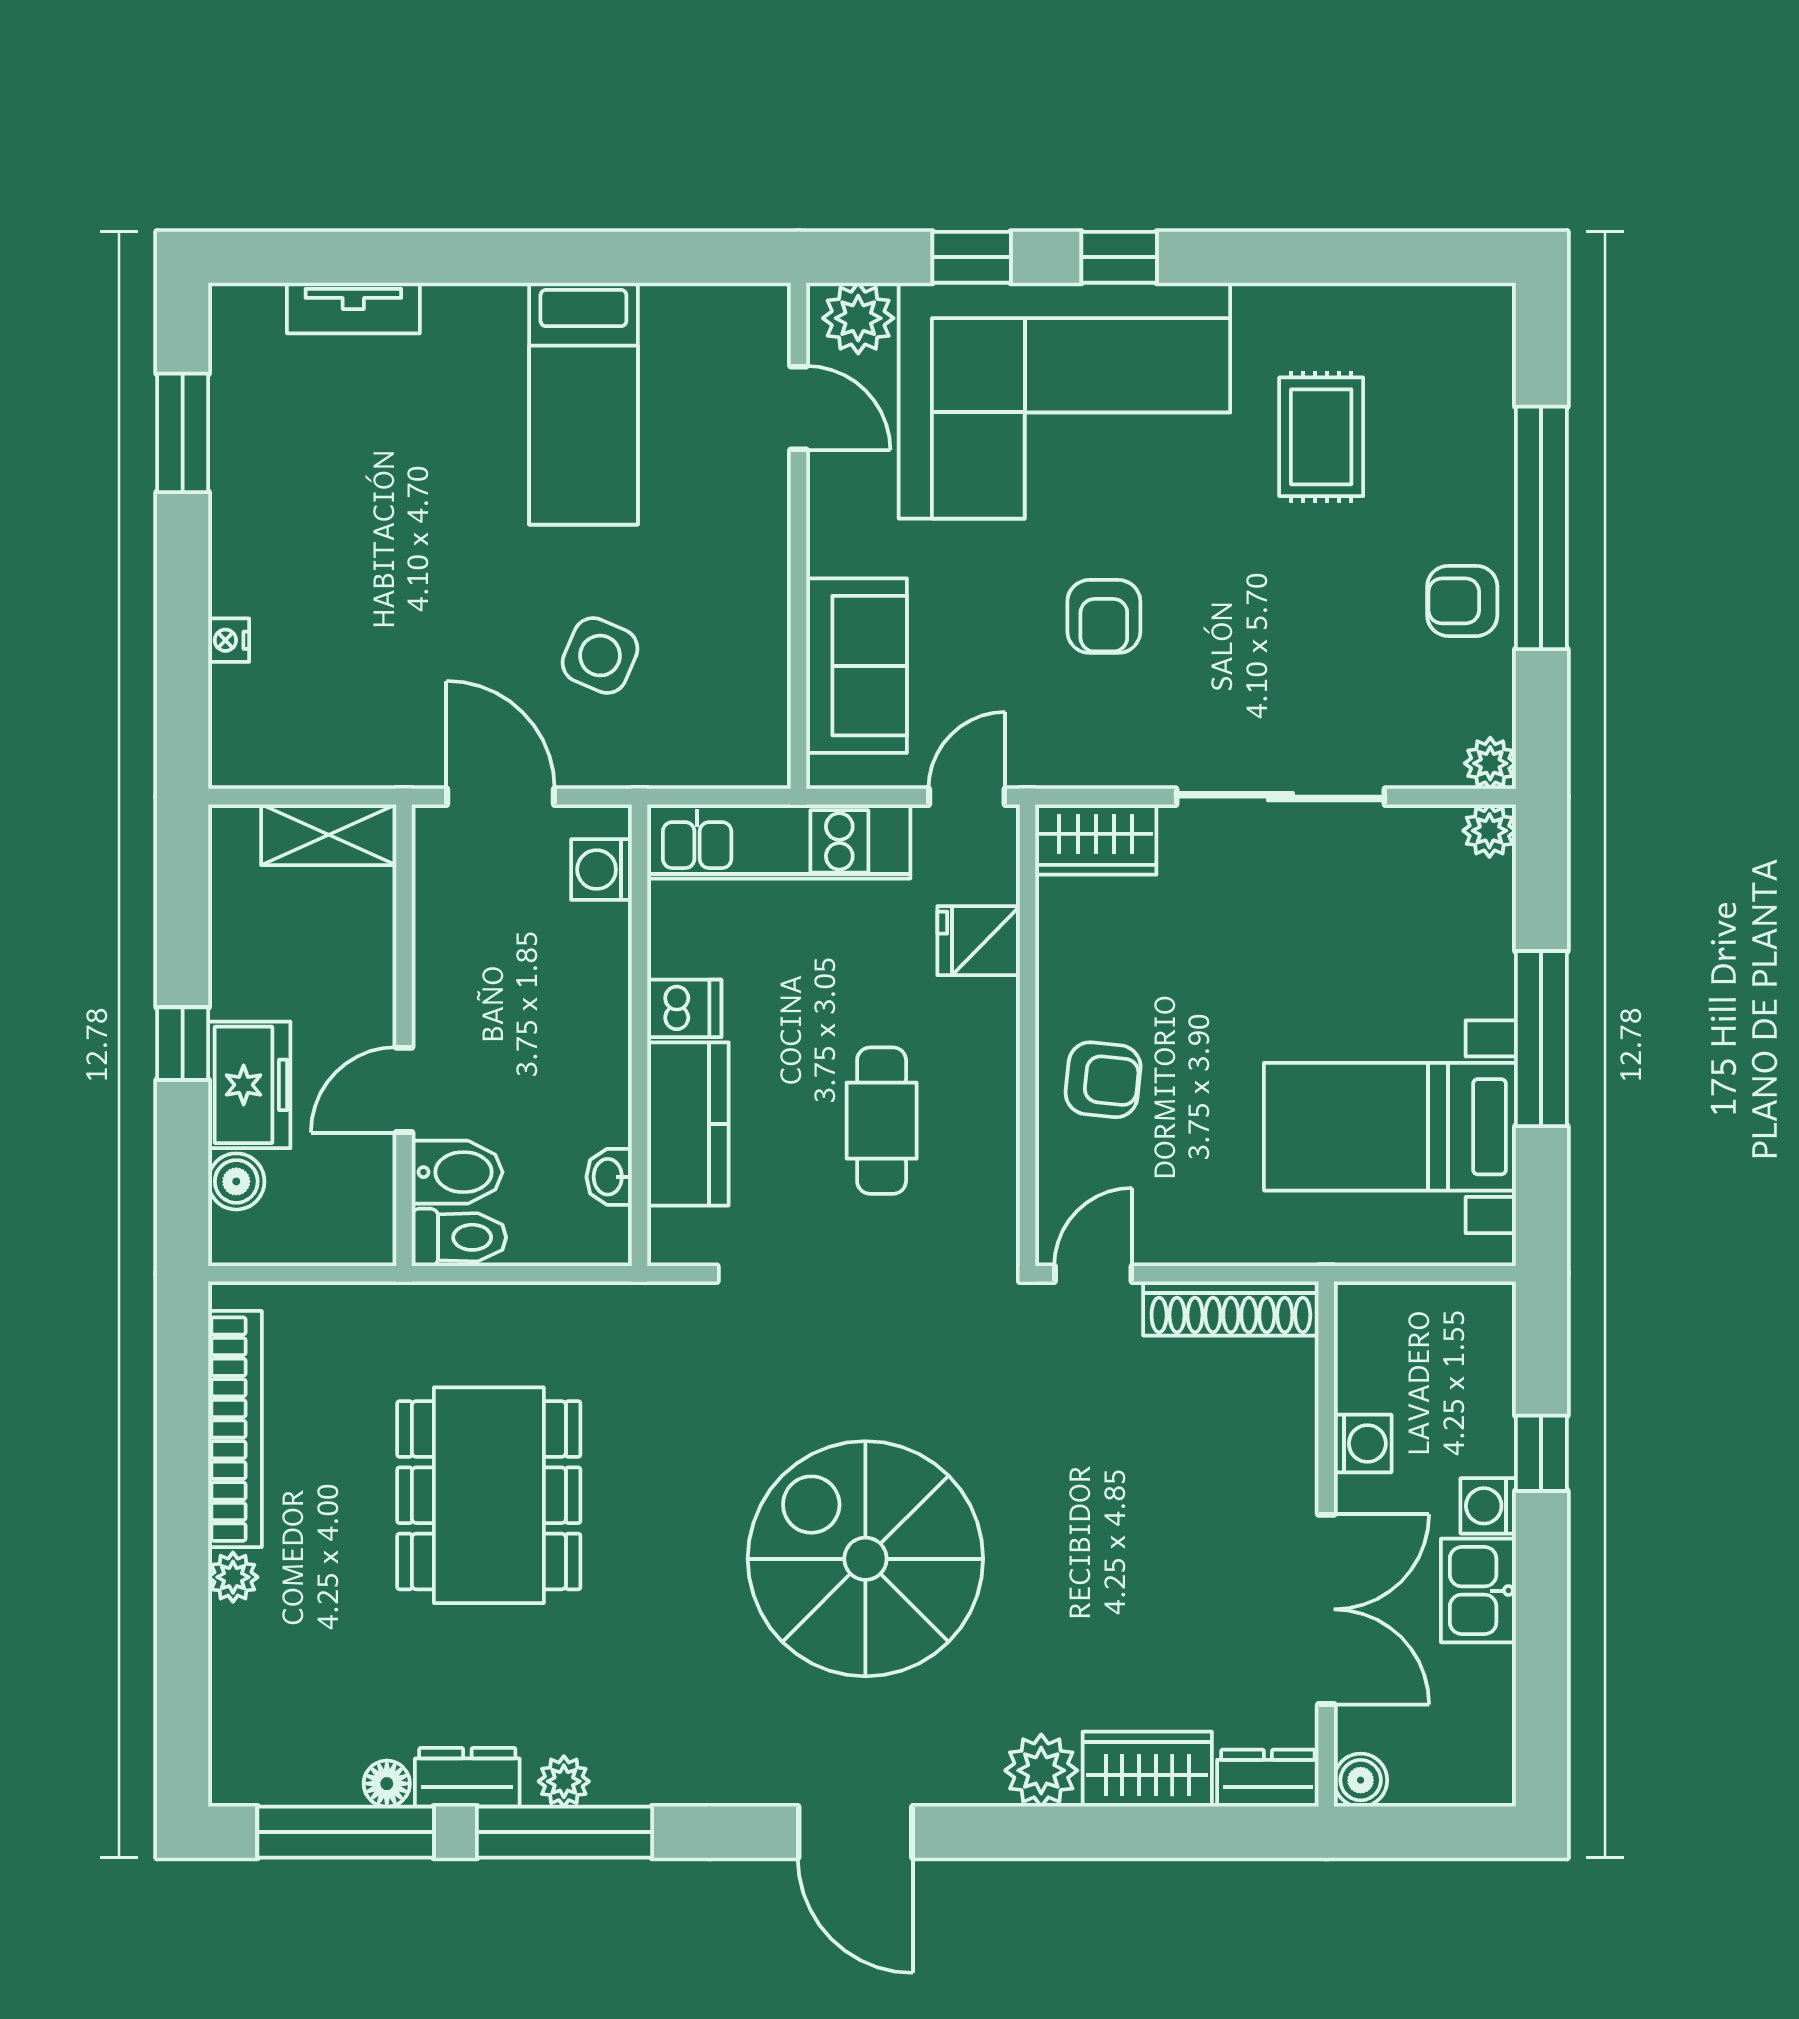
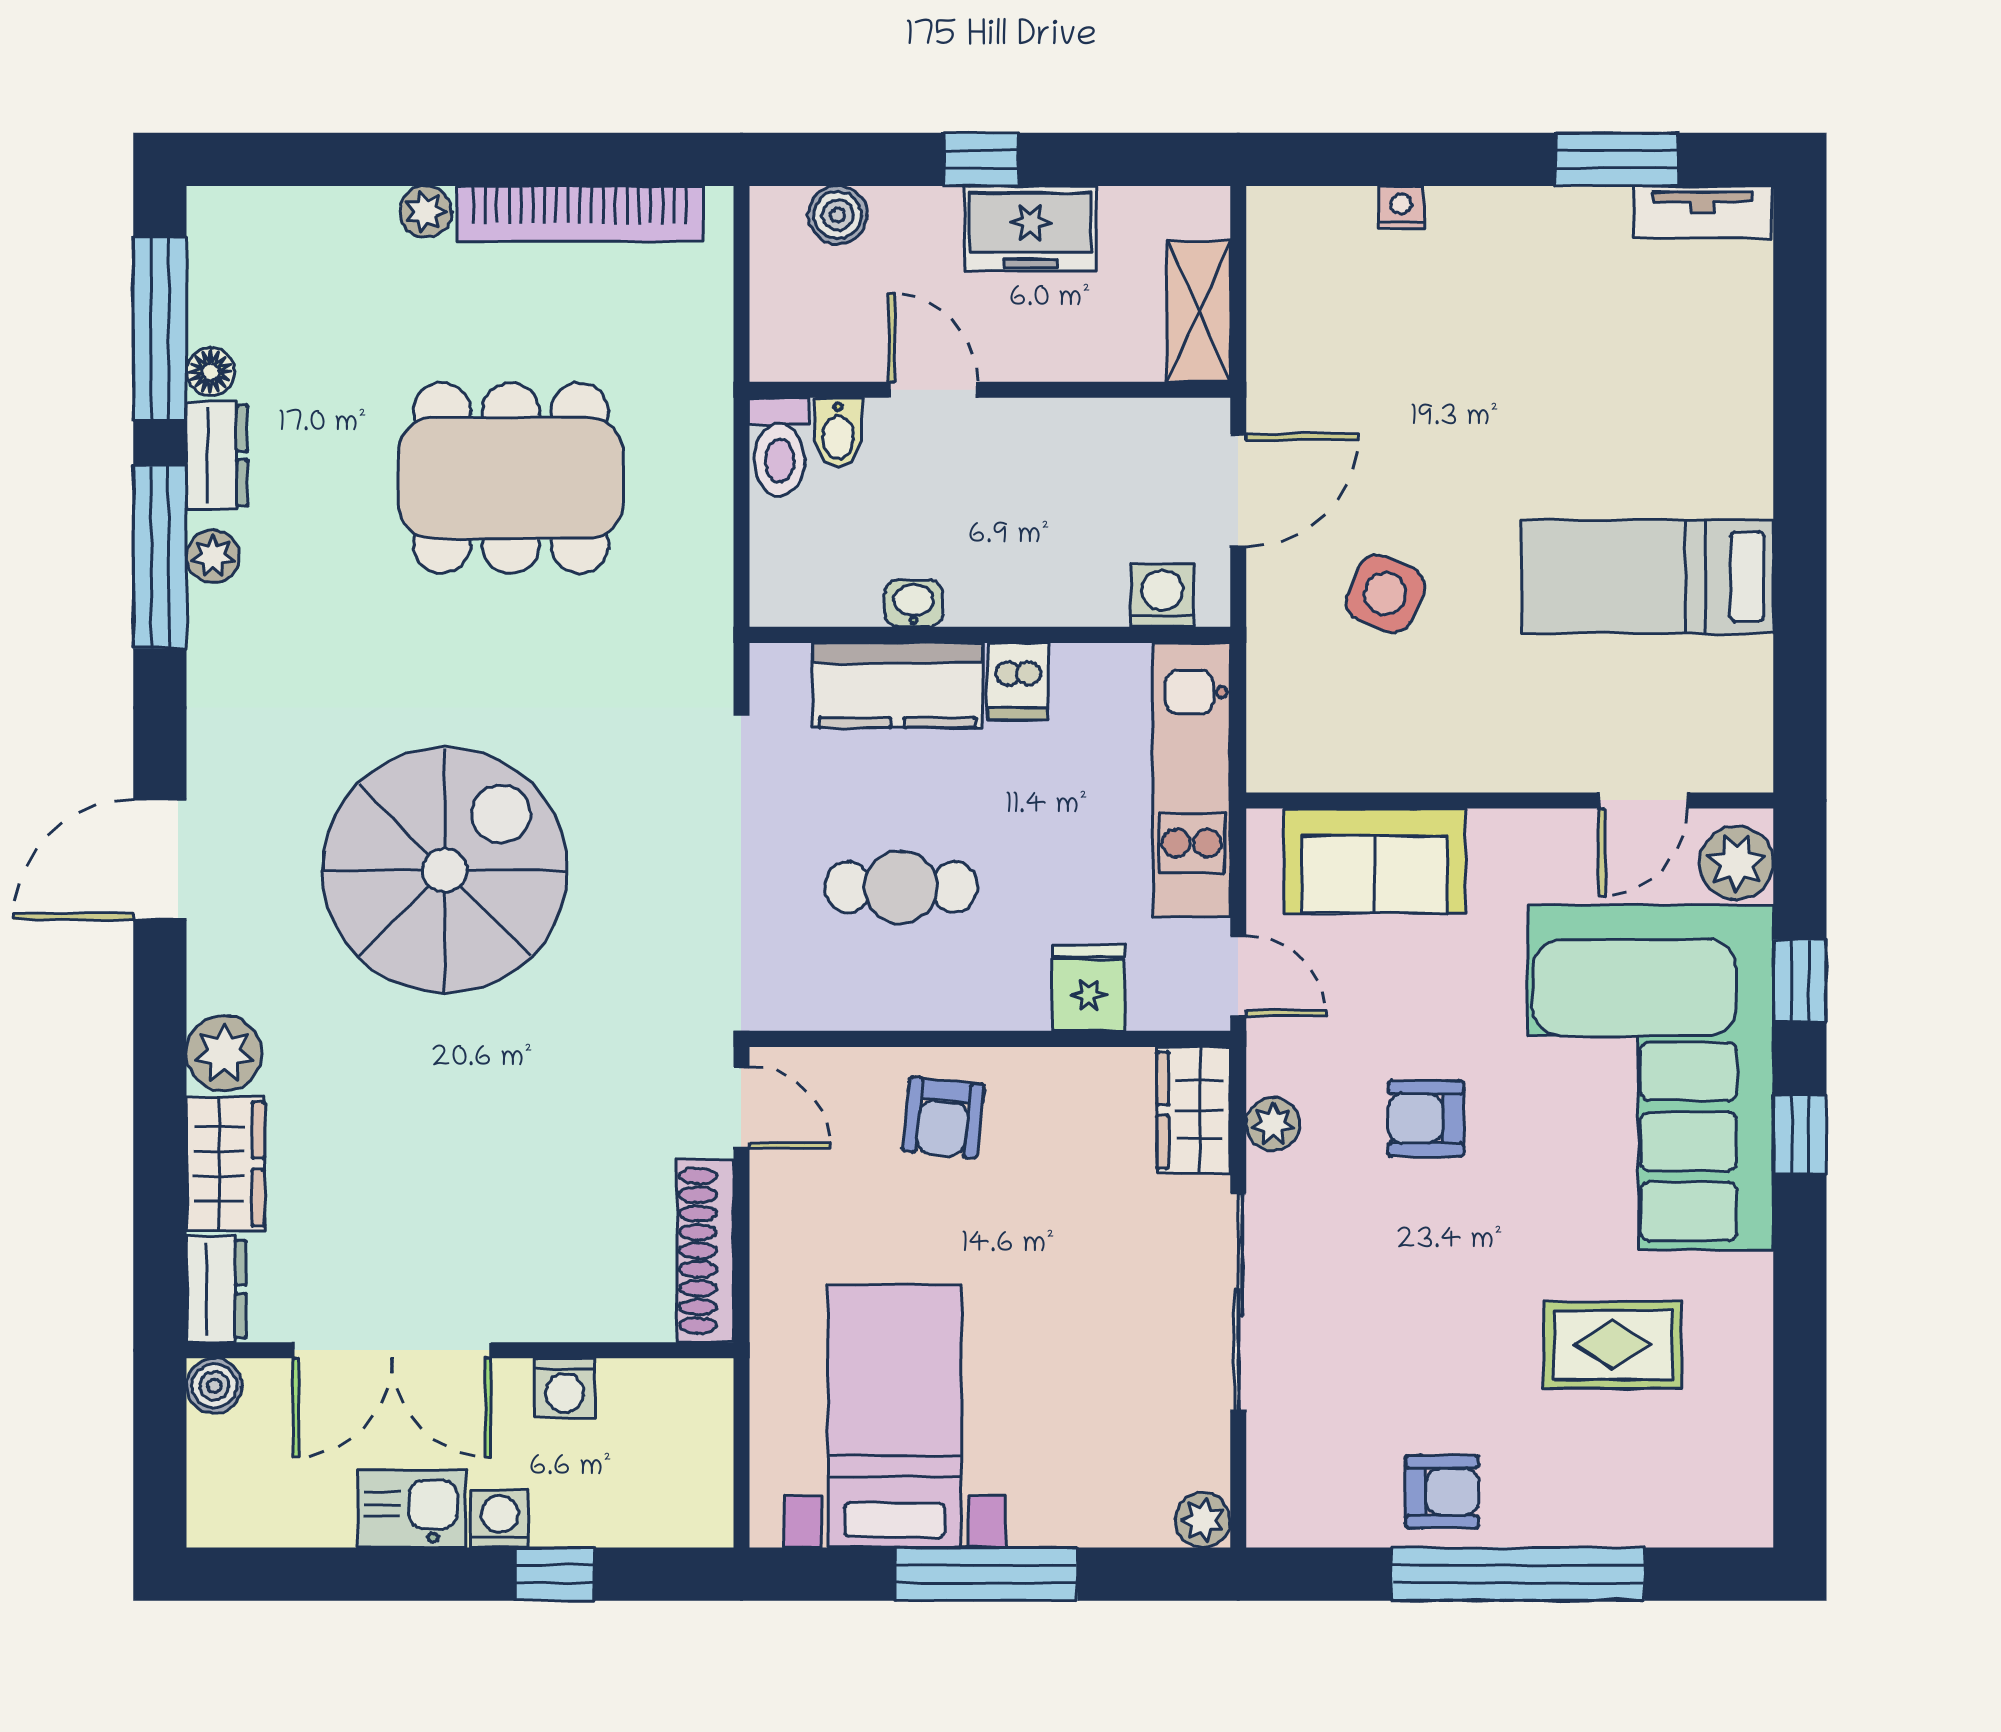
tv unit: (353, 308) -> (1702, 212), moved, turned -90
armchair: (1462, 601) -> (1442, 1492), turned 90
plant: (1490, 763) -> (1273, 1124), moved
freezer: (249, 1085) -> (1031, 229), moved
bidet: (457, 1172) -> (838, 433), width x0.72, depth x0.74
washbasin: (609, 1177) -> (914, 603), moved

